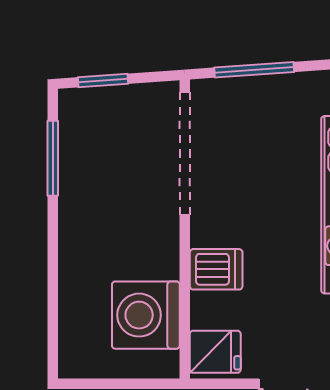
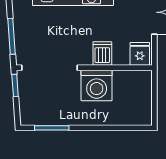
window: (103, 81) -> (15, 86), moved
washing machine: (146, 315) -> (97, 85), moved

